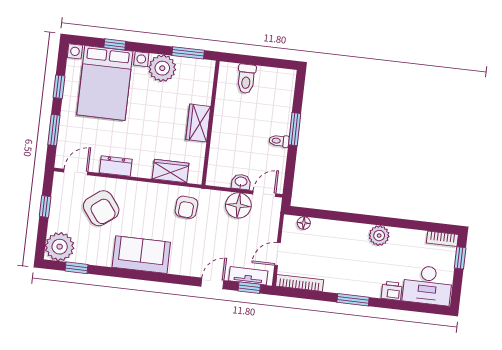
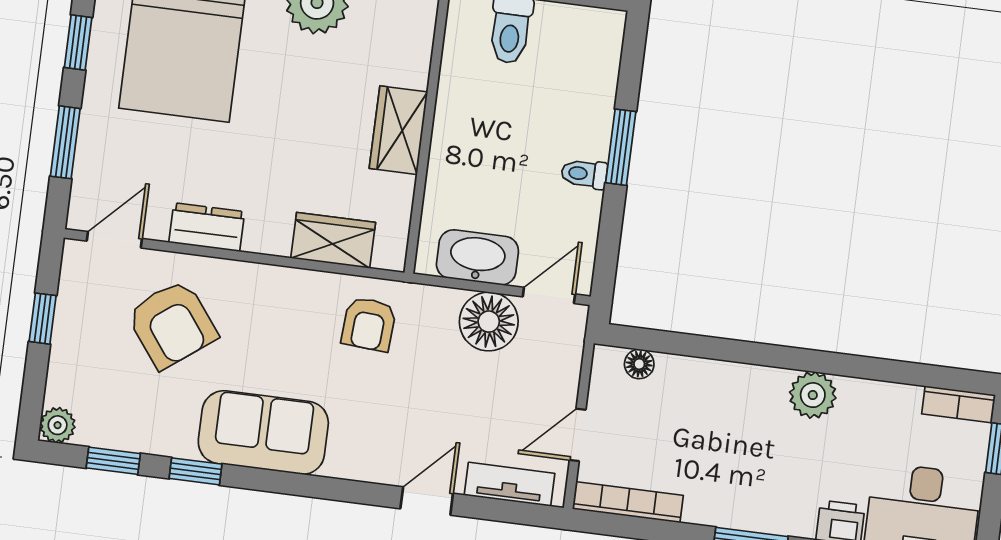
washbasin: (241, 182) -> (477, 257), width x1.91, depth x1.45
plant: (60, 247) -> (58, 425), width x0.53, depth x0.53
window: (249, 288) -> (195, 471), moved

